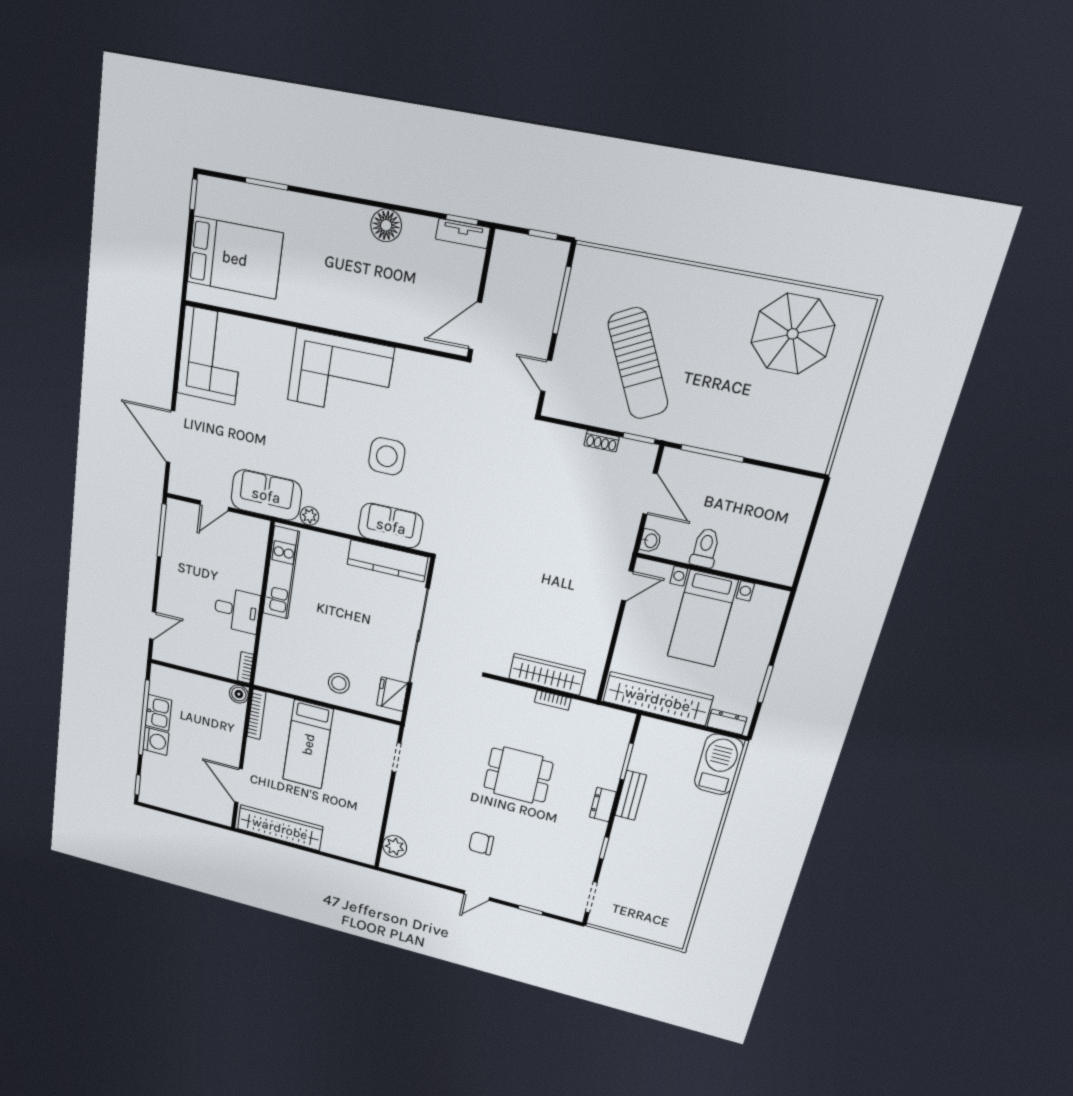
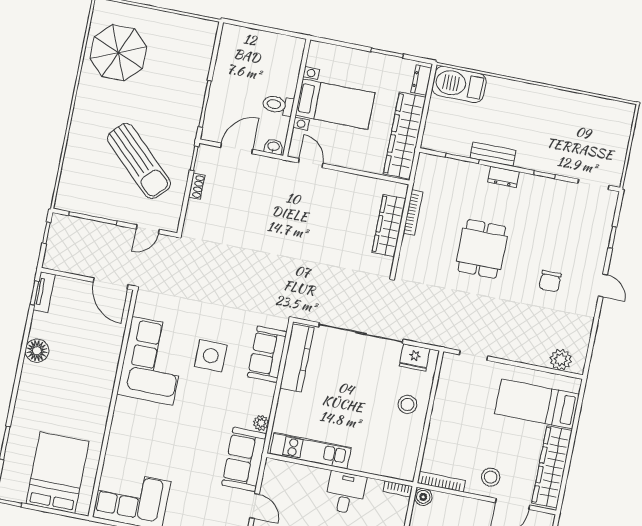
sun lounger: (638, 364) -> (139, 161), turned 71
corner sofa: (340, 374) -> (152, 361), moved
bookcase: (553, 700) -> (413, 213), width x1.56
bed: (308, 744) -> (537, 404), moved, turned 180
stool: (265, 765) -> (491, 477), added

